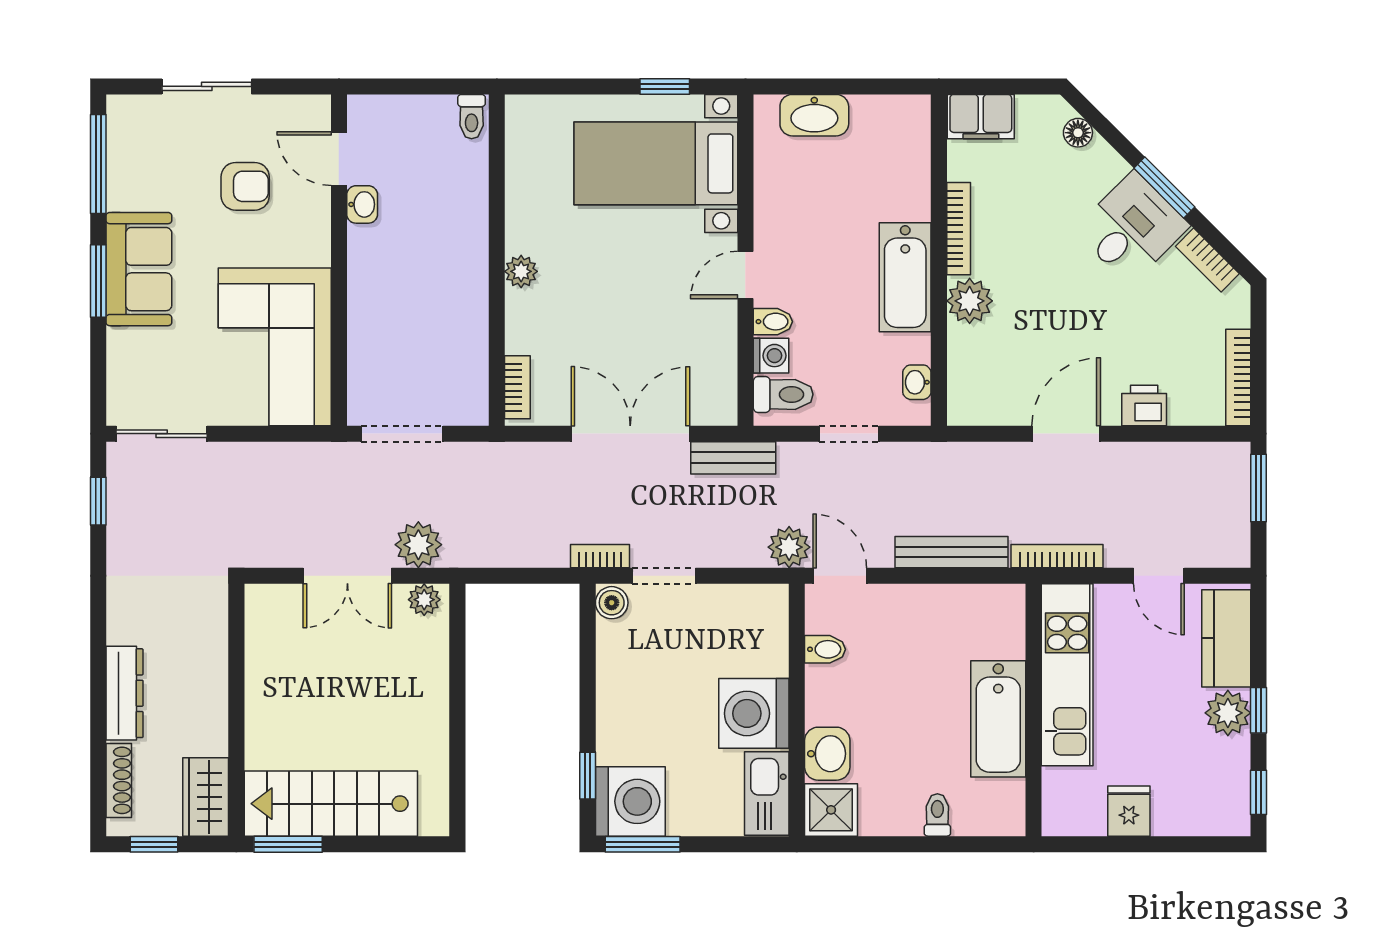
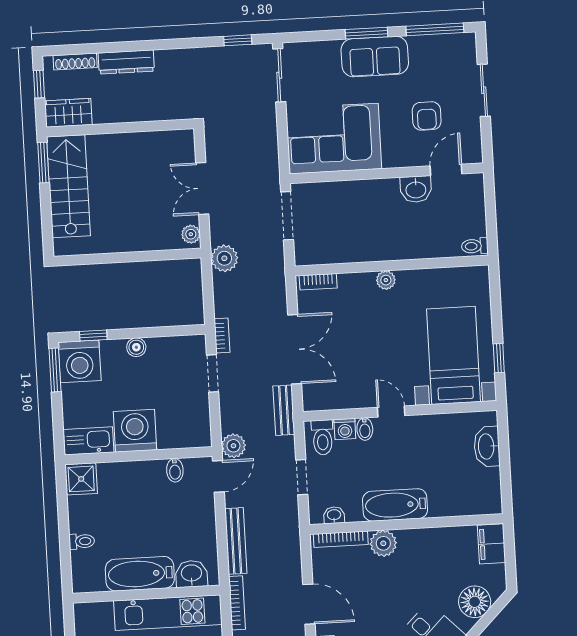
floor lamp: (1078, 133) -> (475, 602), width x1.89, depth x1.89
washbasin: (362, 204) -> (416, 189), width x1.38, depth x1.45
bookcase: (959, 229) -> (341, 539), moved
plant: (418, 545) -> (224, 258), moved
boiler: (612, 603) -> (136, 347), moved
washbasin: (827, 754) -> (191, 574), moved, turned 180

